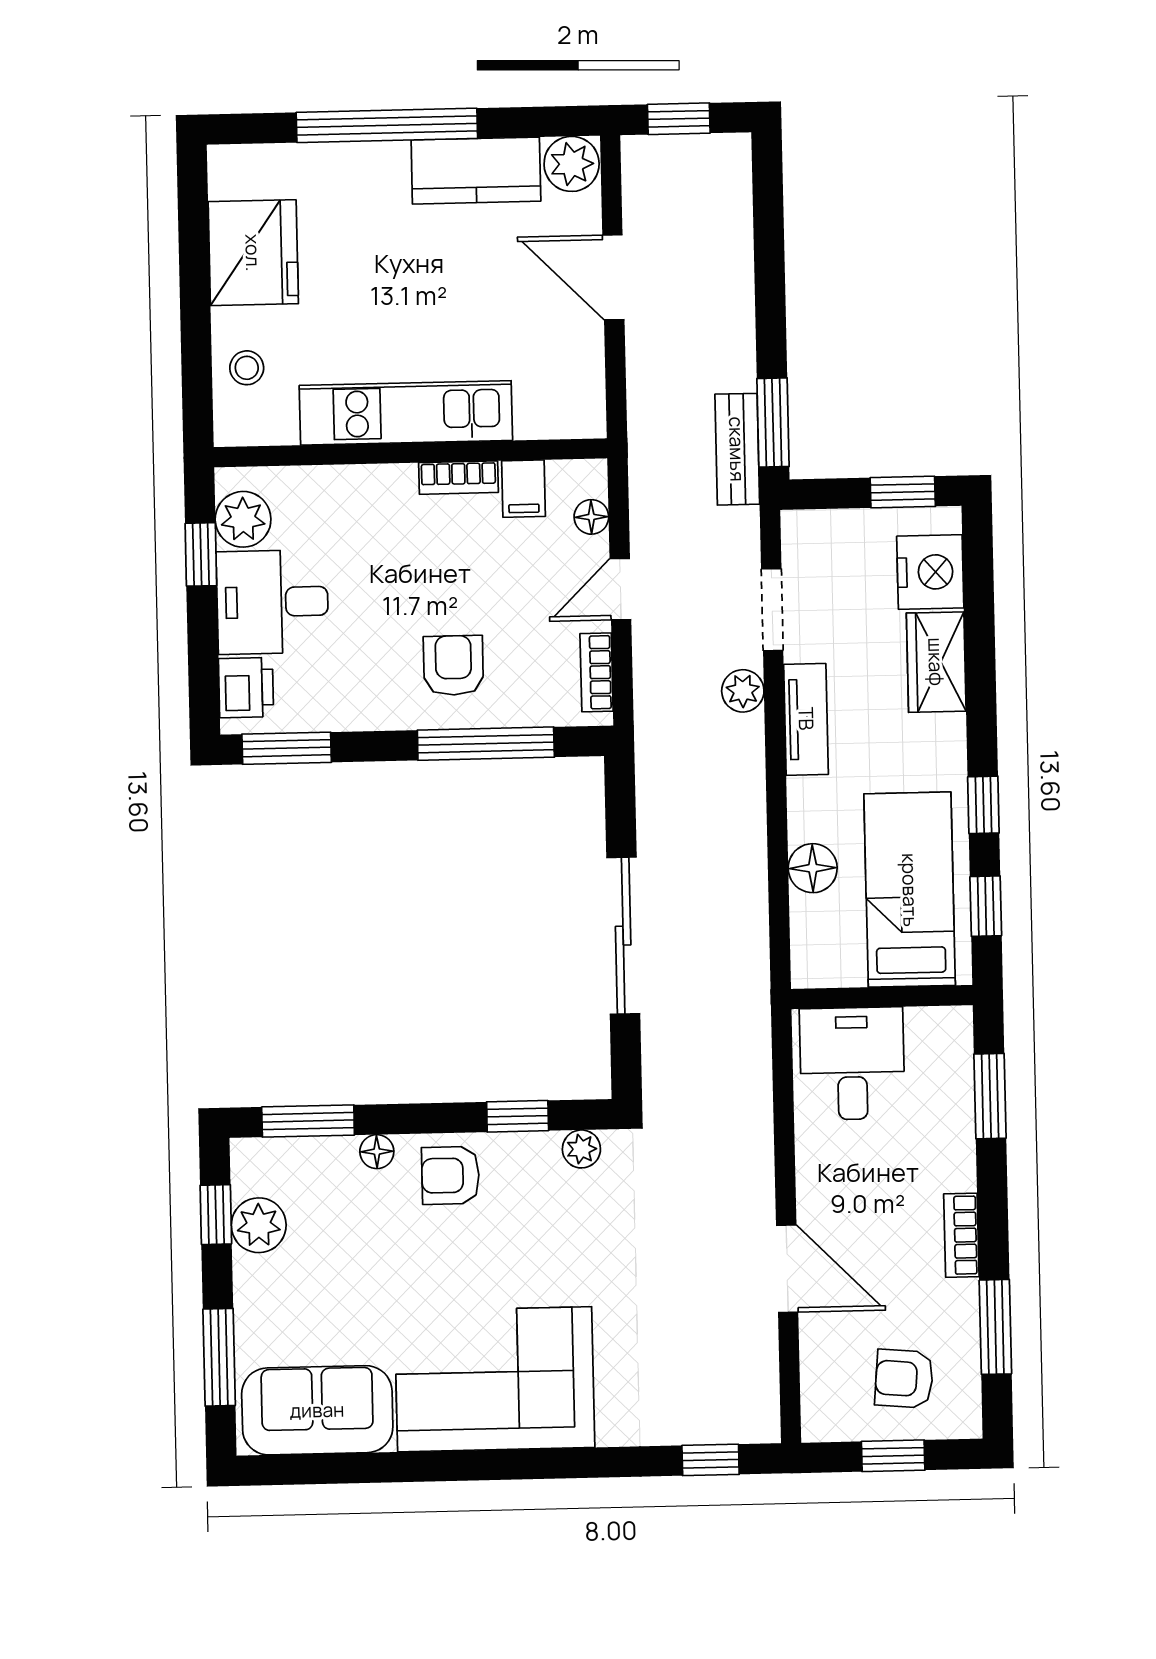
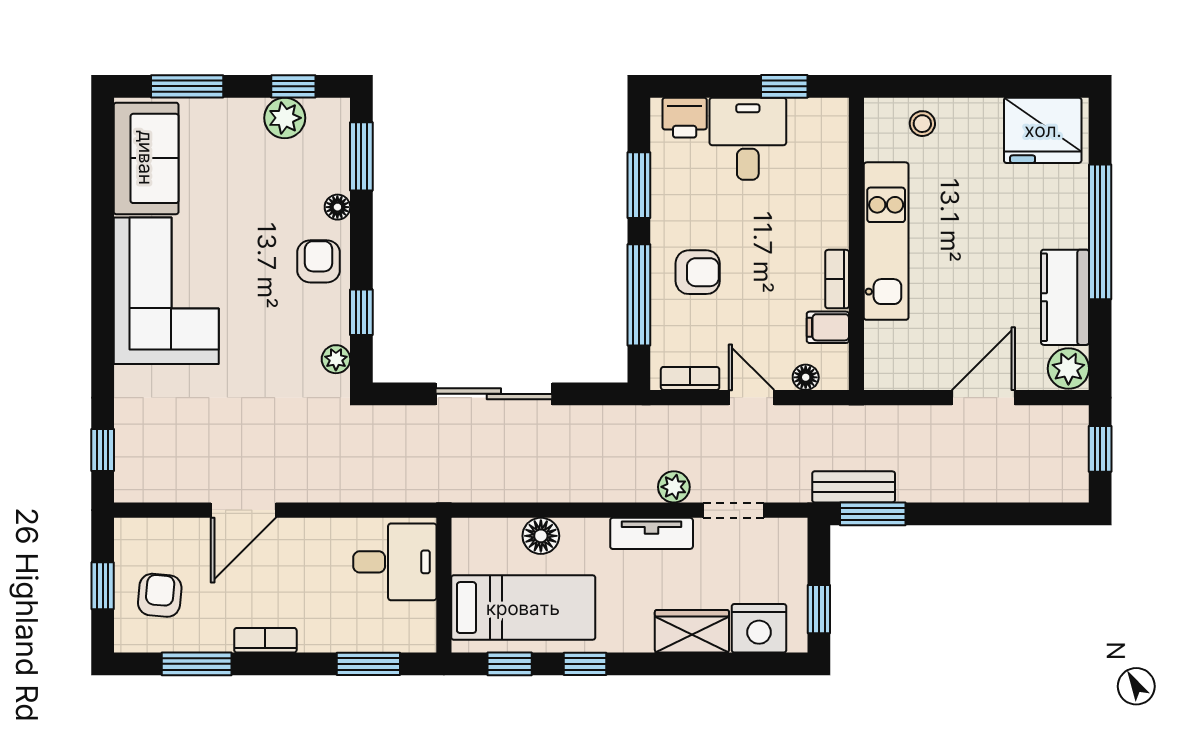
fridge: (253, 253) -> (1043, 130), moved
plant: (243, 519) -> (810, 118), removed
window: (287, 748) -> (639, 185), moved

